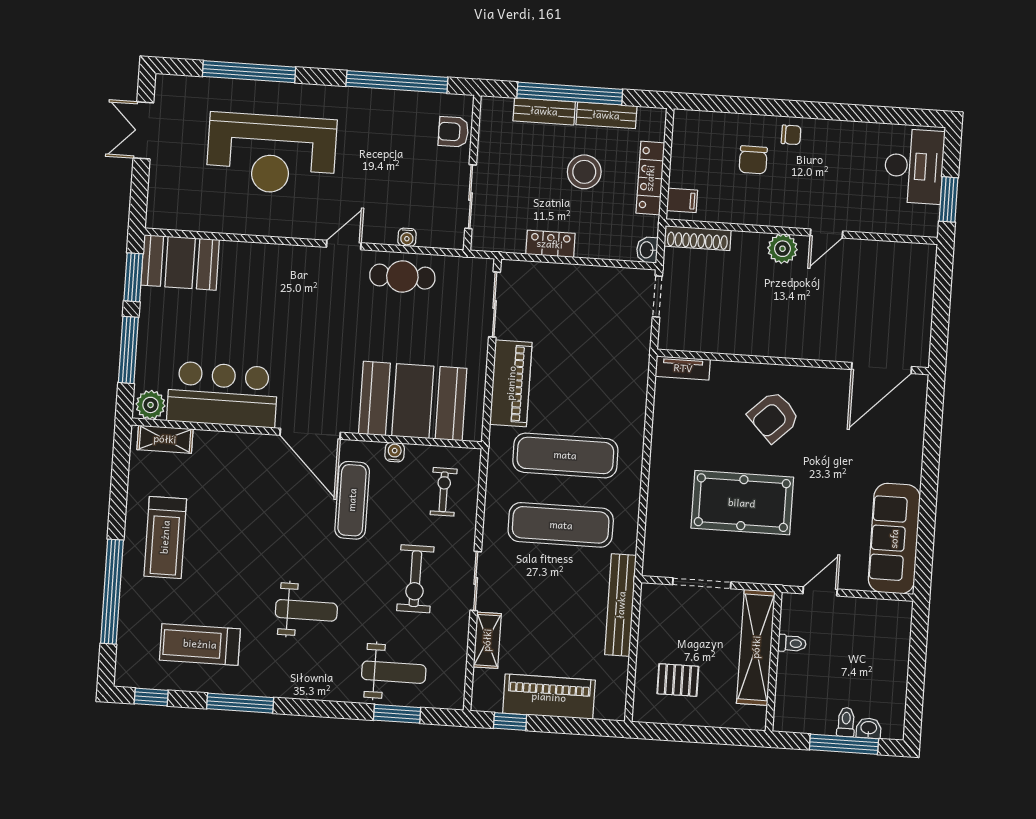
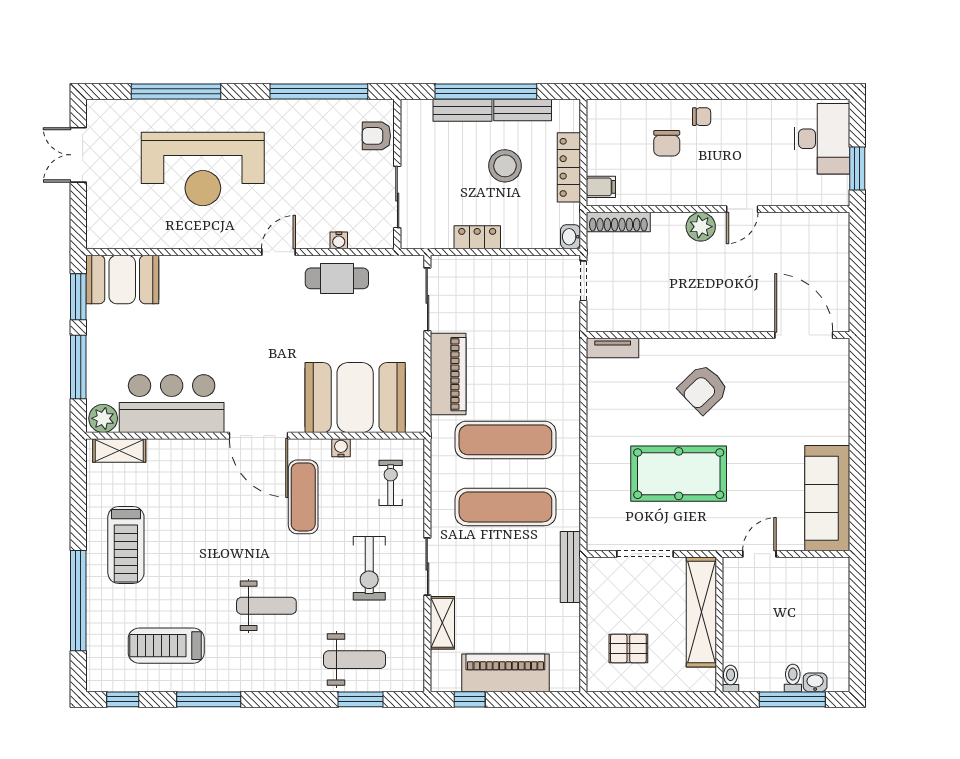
door: (882, 368) -> (804, 335), swing flipped
bench: (621, 605) -> (570, 567), width x0.73, depth x0.82
toilet: (792, 643) -> (731, 678), moved, turned -90

